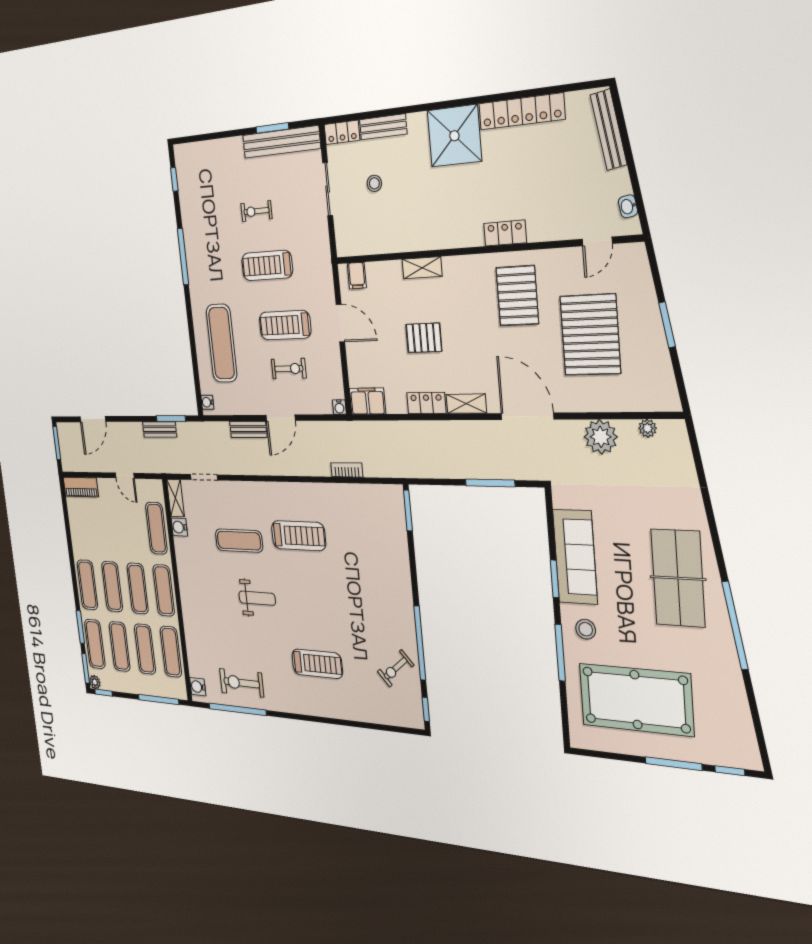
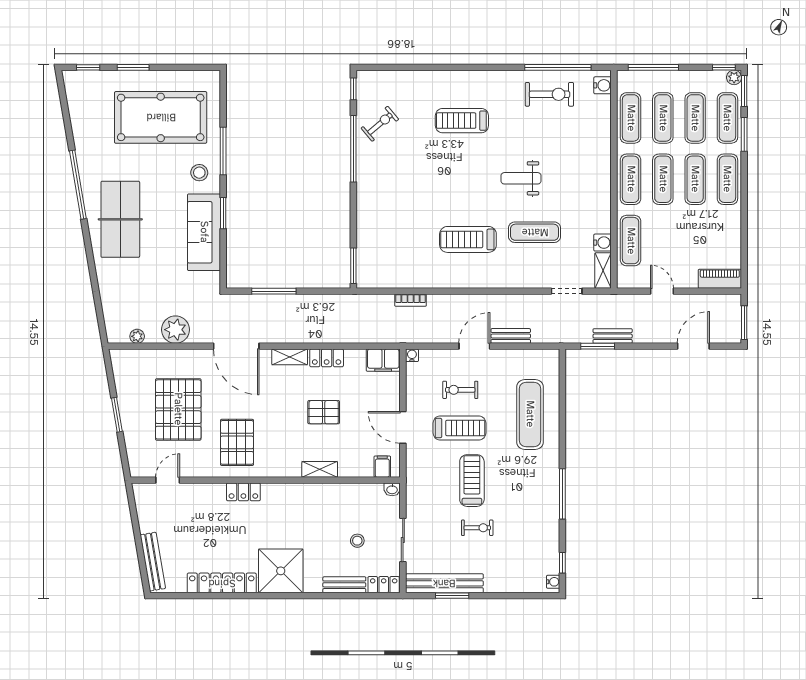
washbasin: (628, 206) -> (392, 489), moved, turned 100
treadmill: (267, 265) -> (472, 481), turned -90
water cooler: (207, 402) -> (553, 582), moved
window: (673, 764) -> (133, 67), width x0.69

